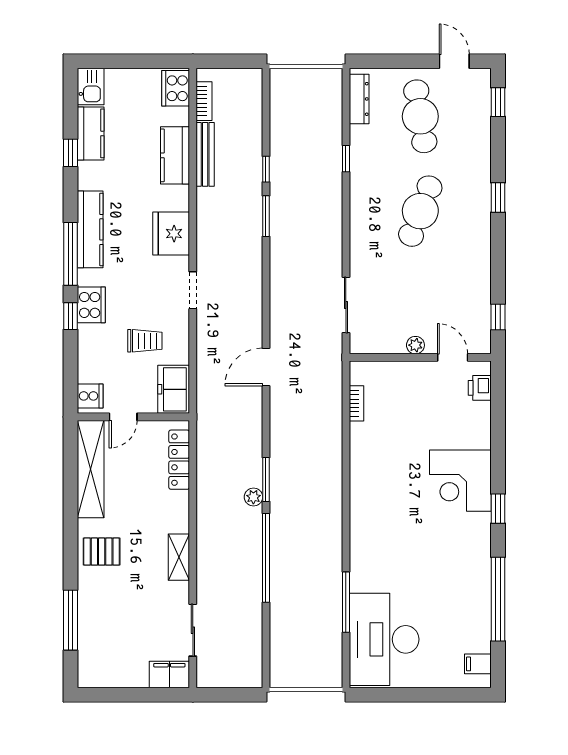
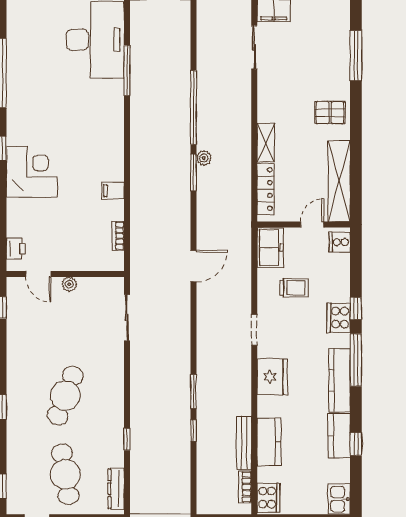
kitchen counter: (91, 133) -> (339, 436), moved
trolley: (145, 341) -> (294, 288), turned 180
shelving: (179, 557) -> (266, 143), moved
filing cabinet: (478, 664) -> (113, 191), moved, turned 180

